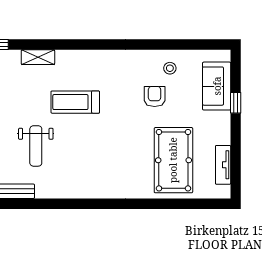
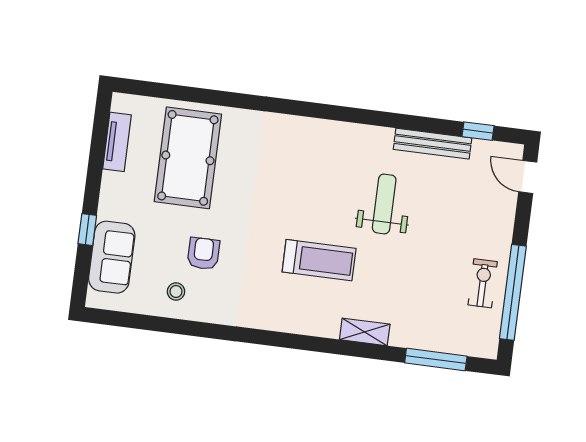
armchair: (155, 96) -> (203, 253), turned 180

